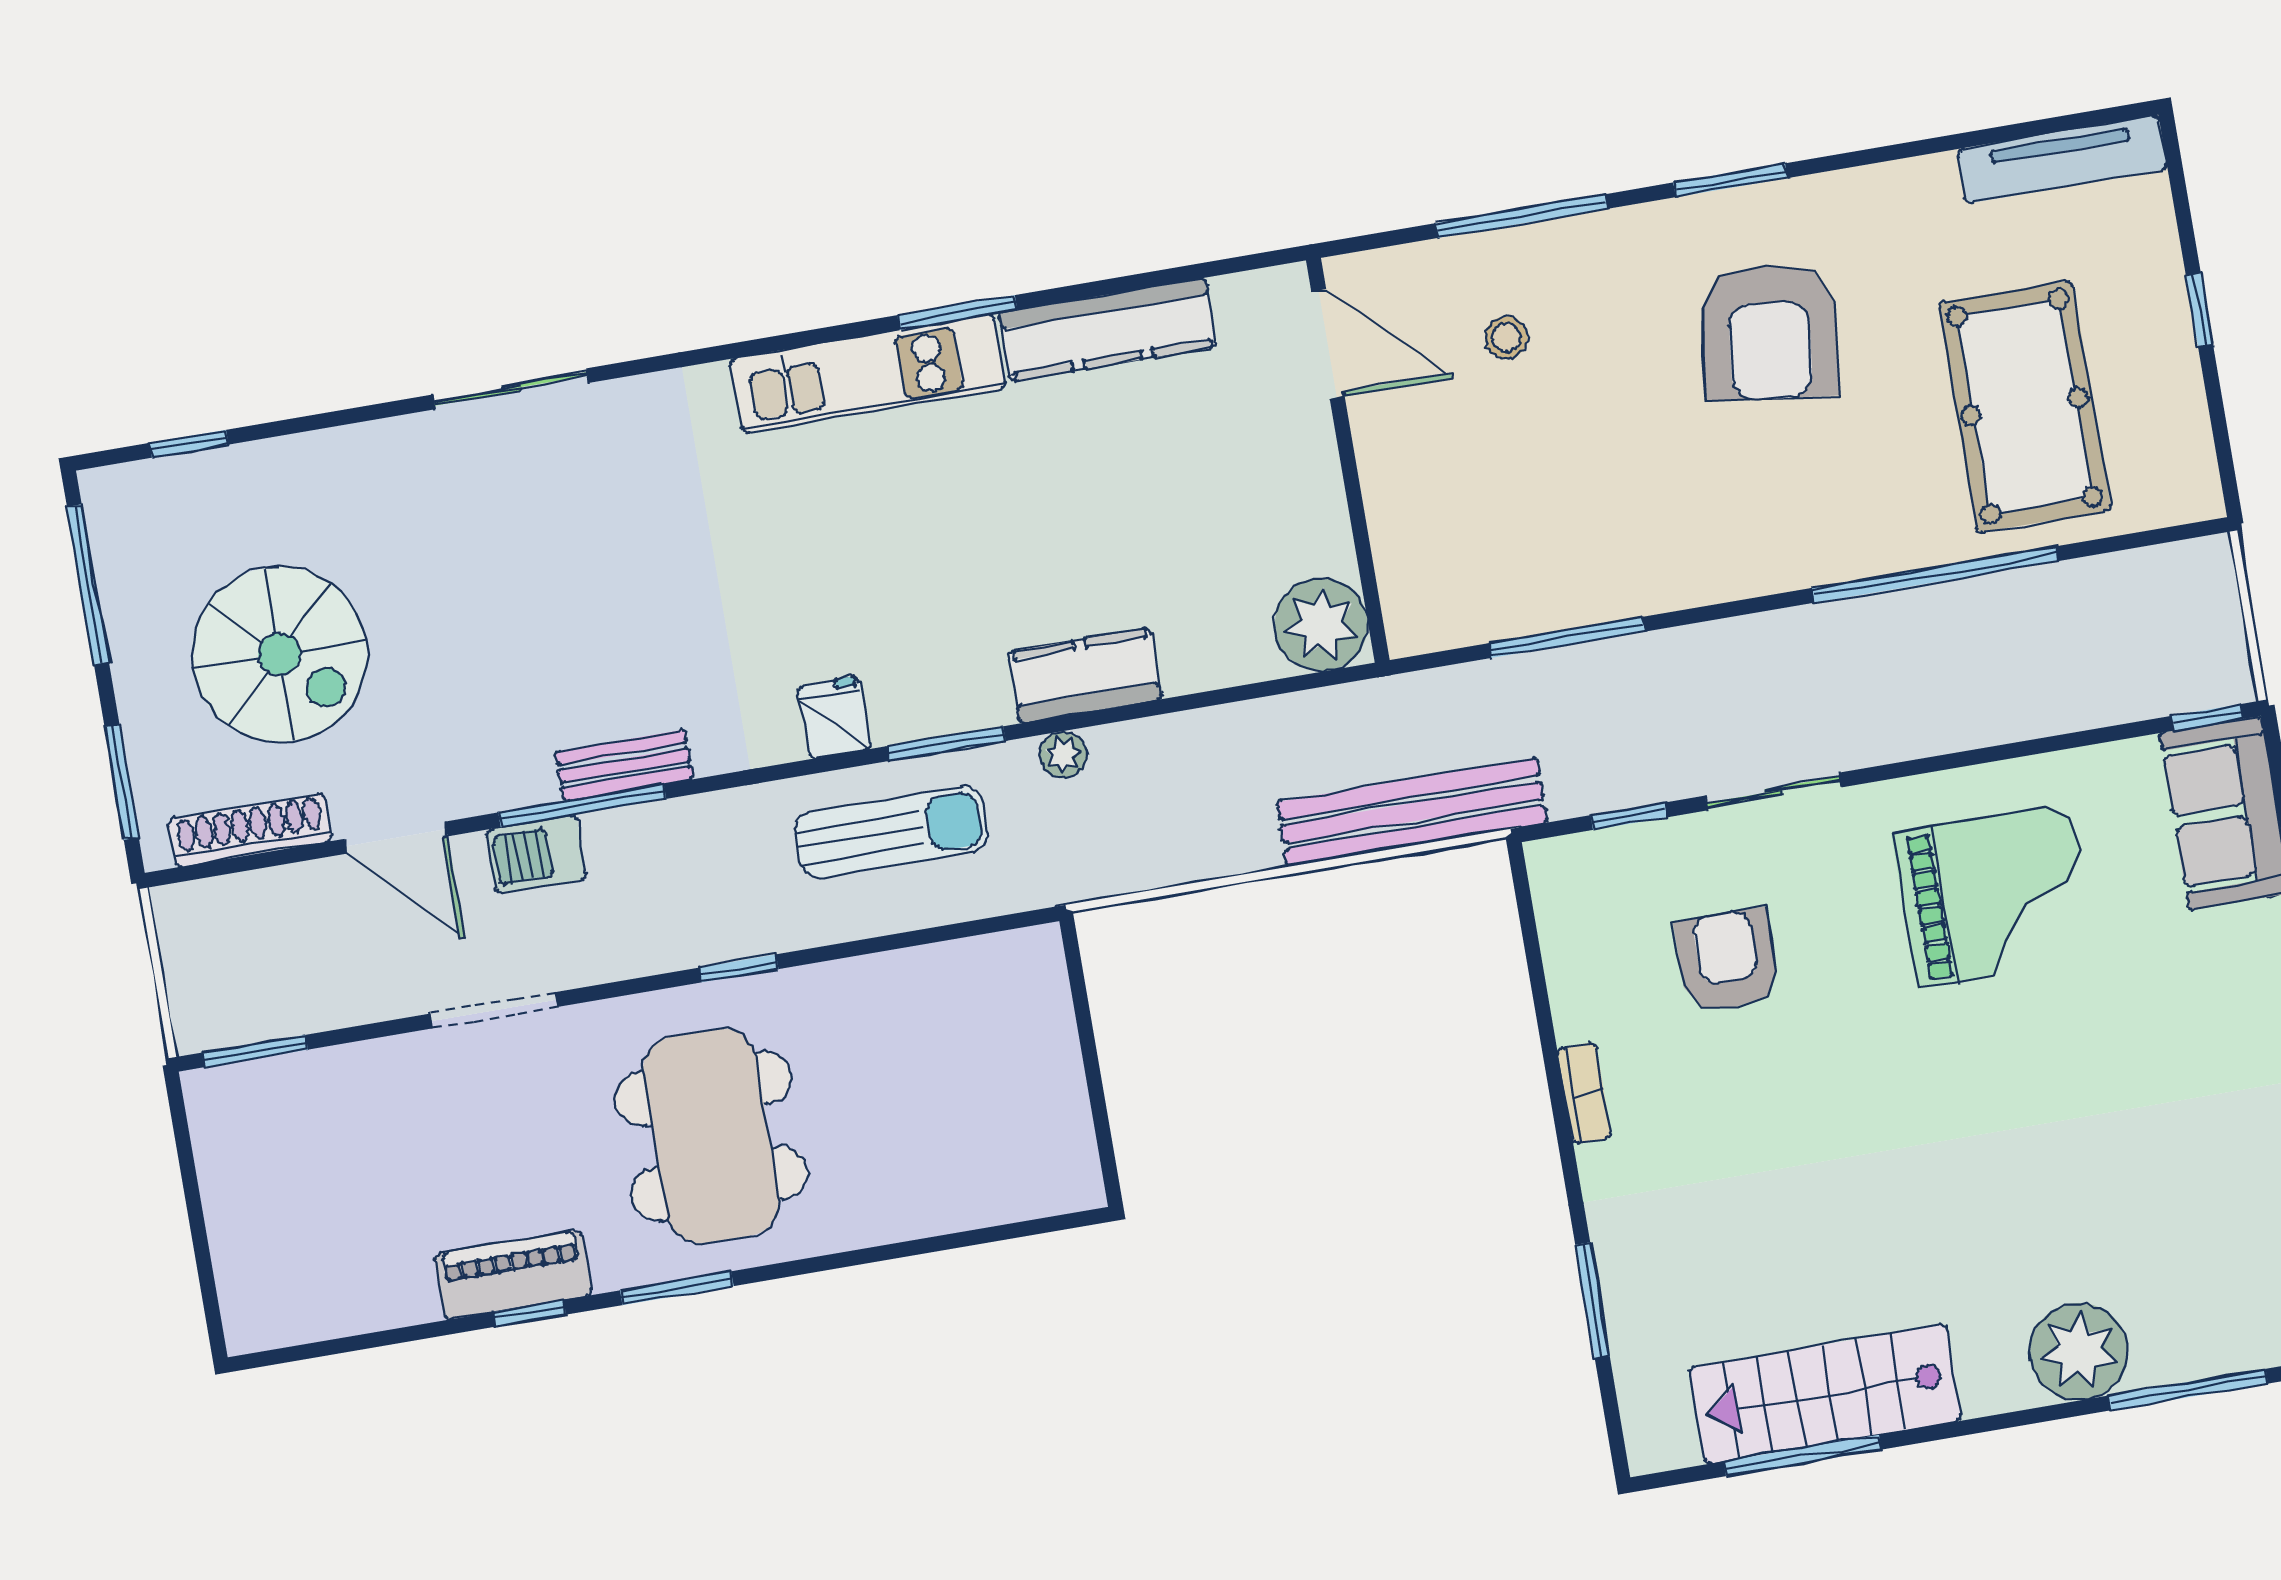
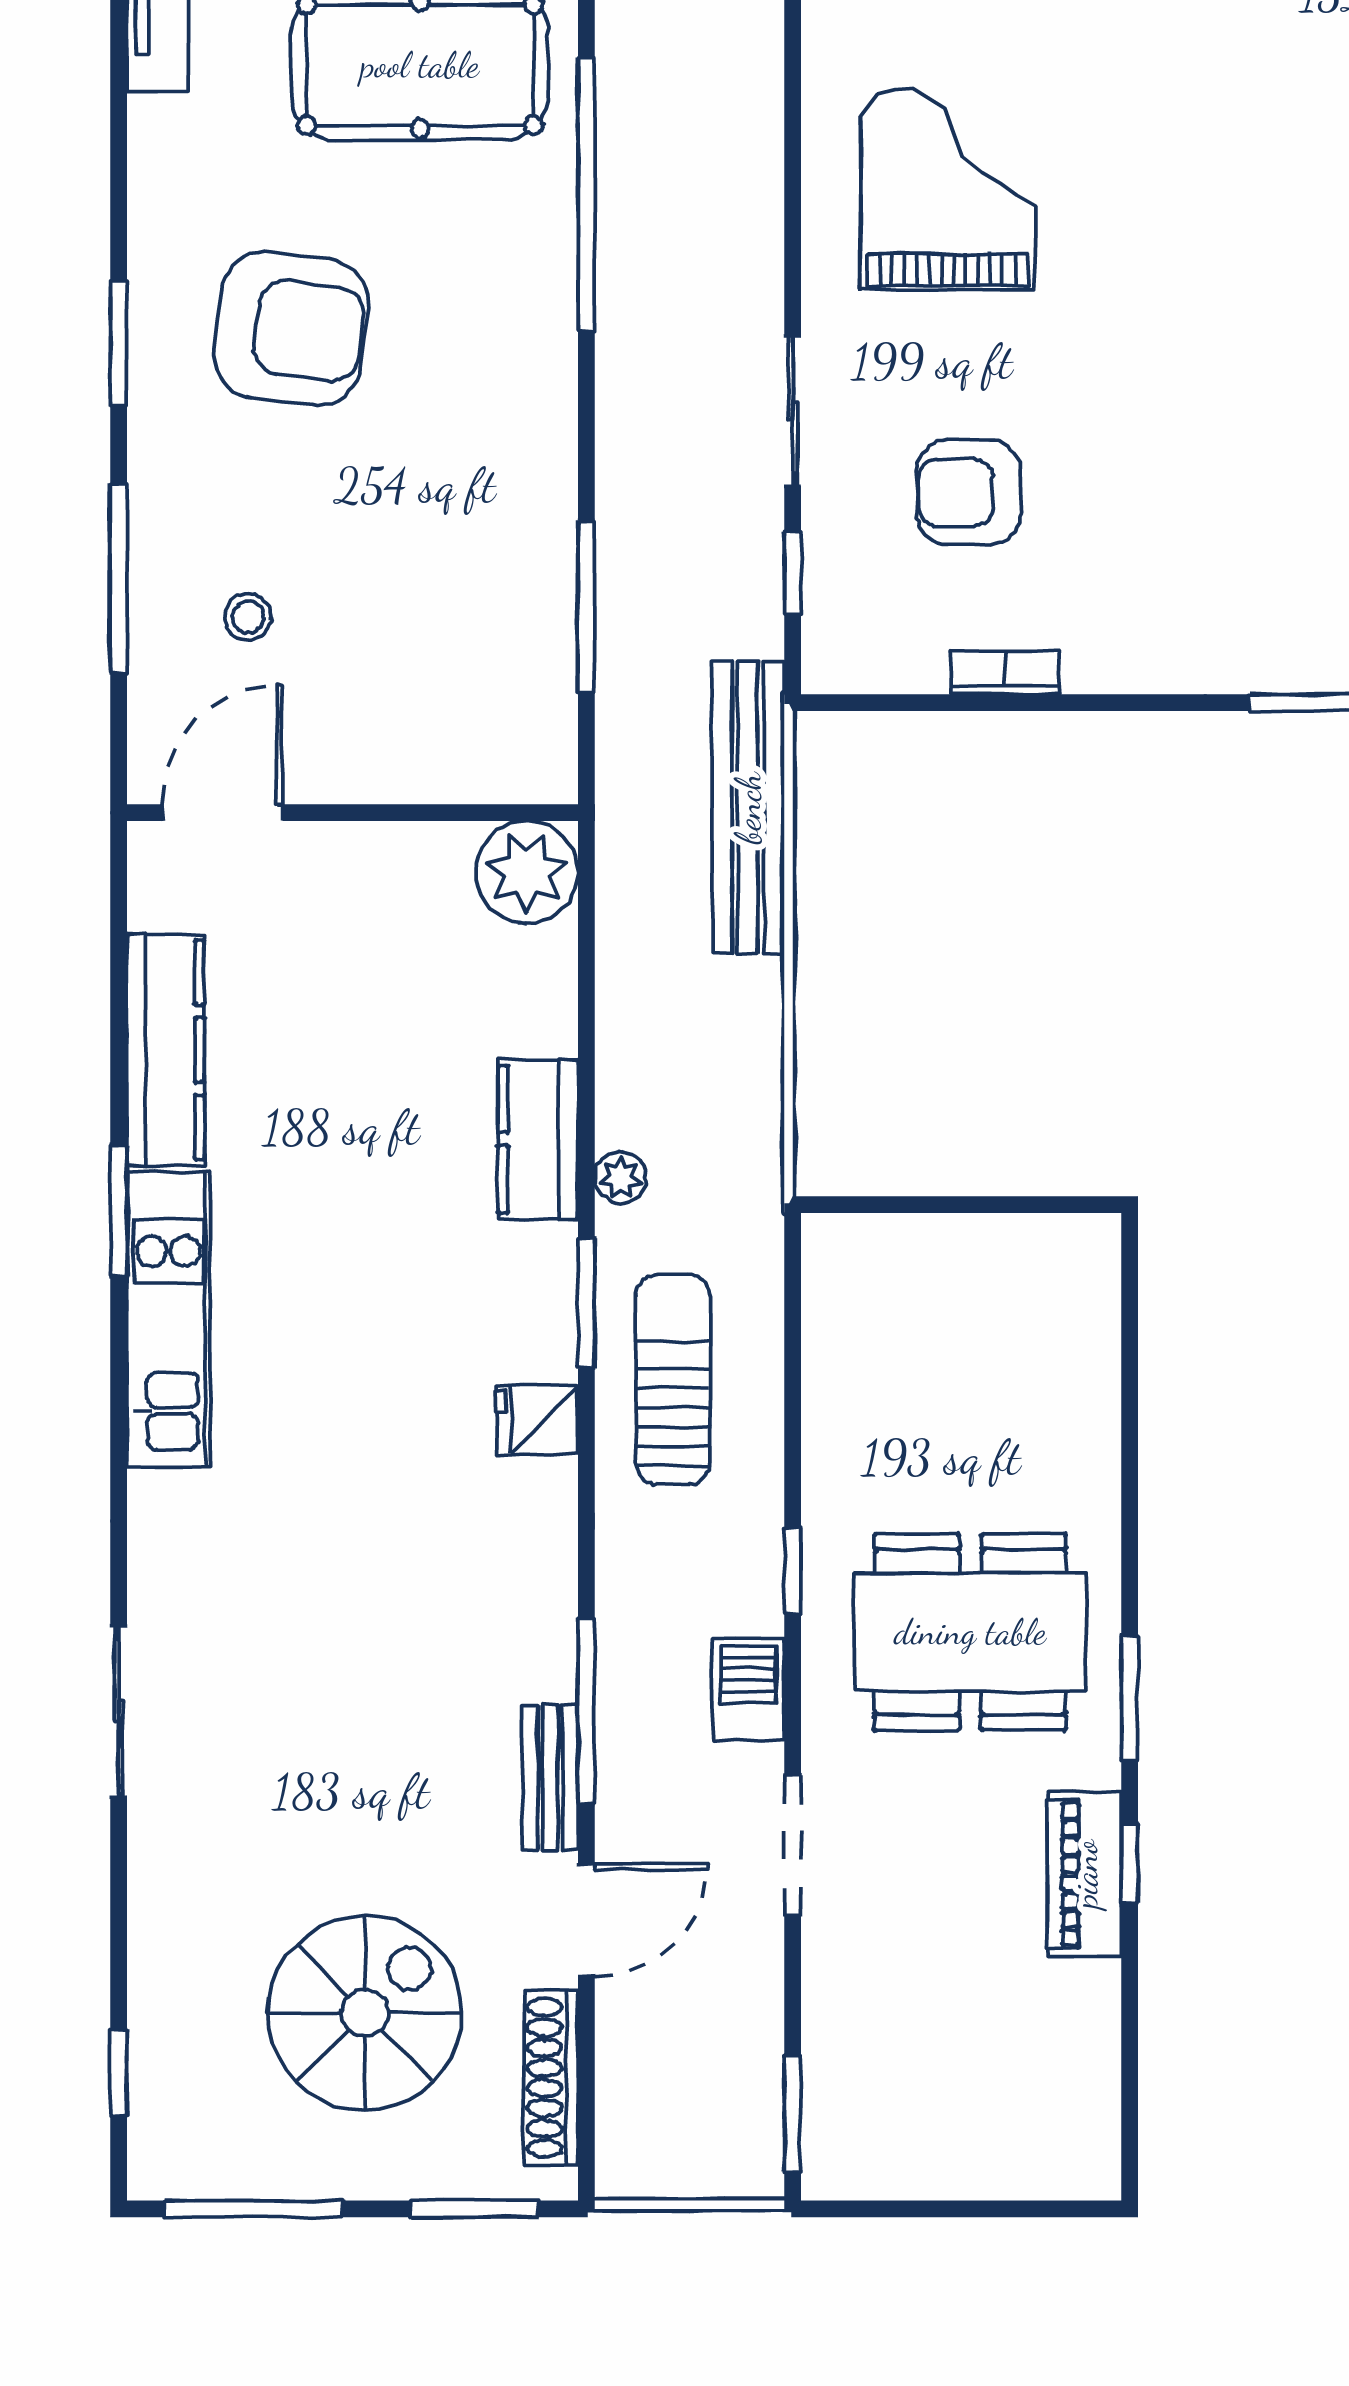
bench: (624, 765) -> (550, 1778), moved
barbecue: (536, 854) -> (748, 1689), moved, turned 180
bookcase: (1584, 1093) -> (1005, 673), moved

